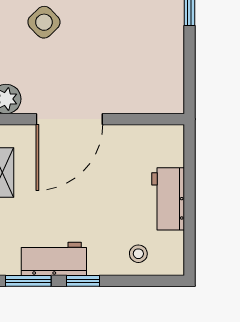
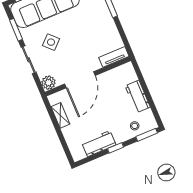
tv unit: (154, 102) -> (114, 57), added
window: (28, 281) -> (147, 135), moved

